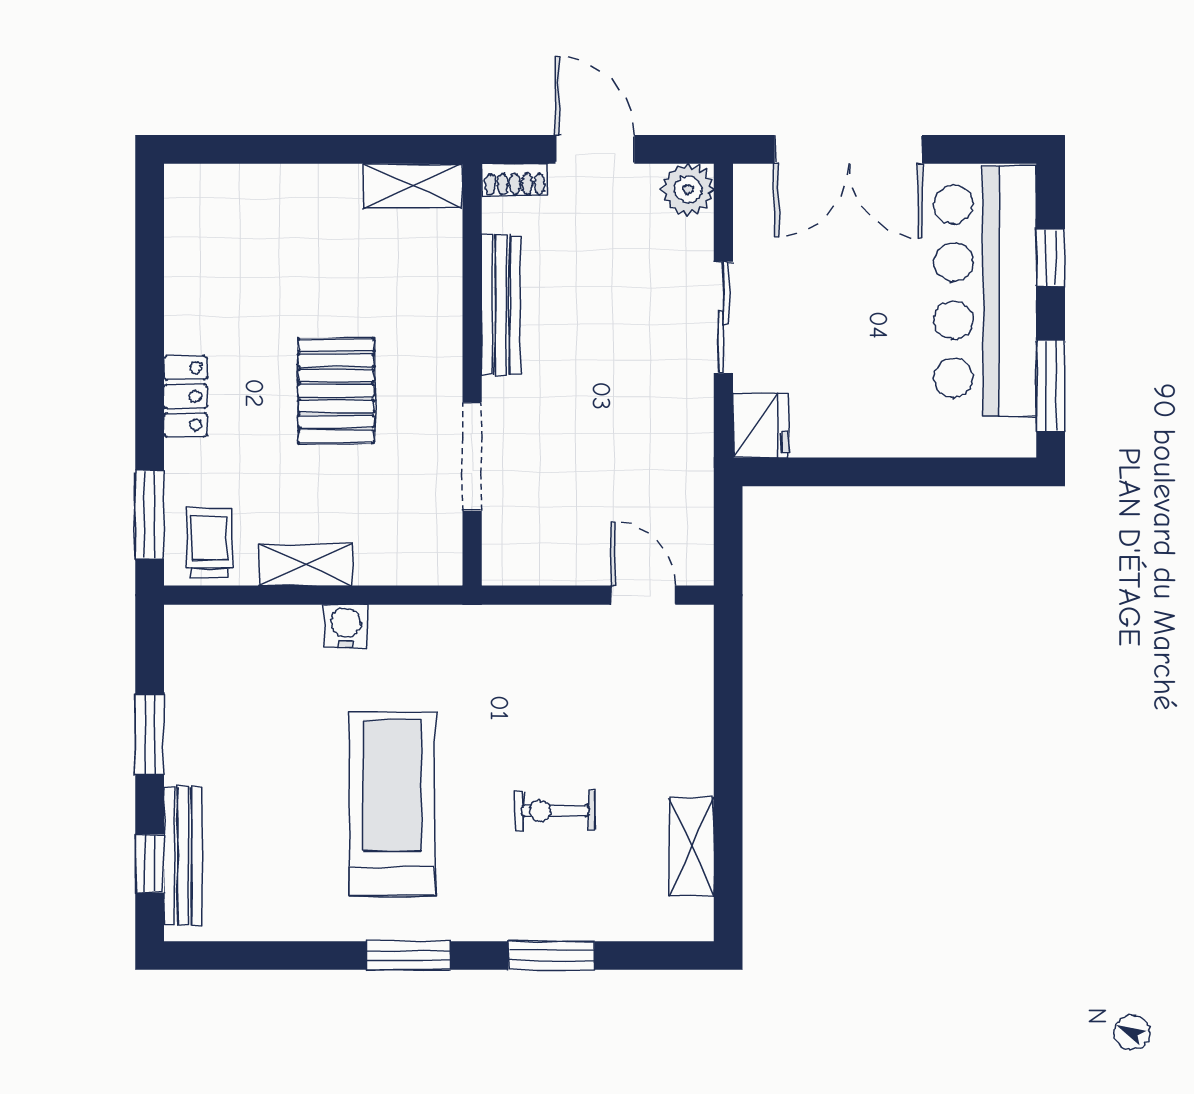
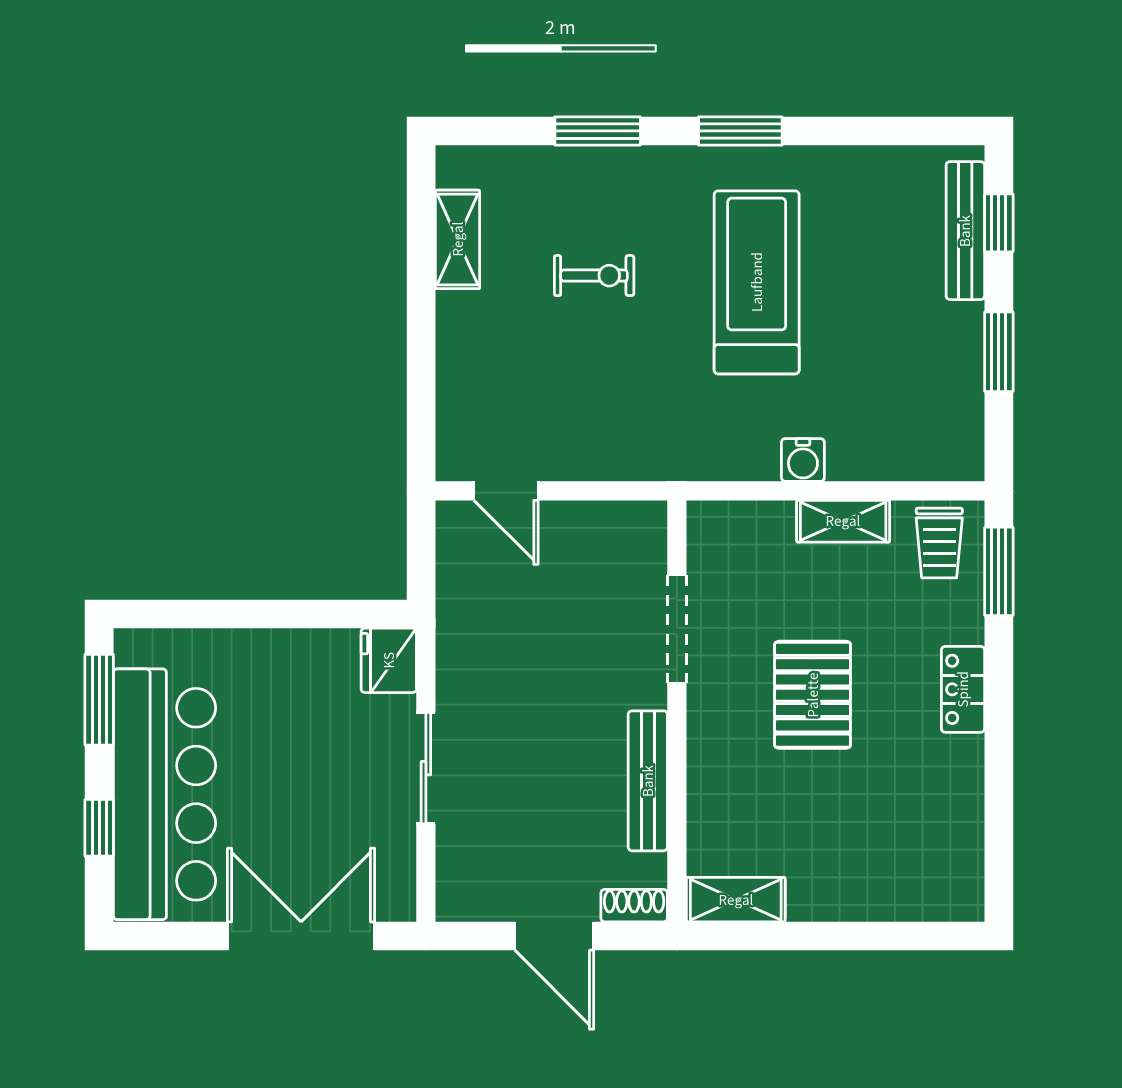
plant: (688, 190) -> (461, 896), removed
treadmill: (392, 804) -> (757, 282), turned 180

